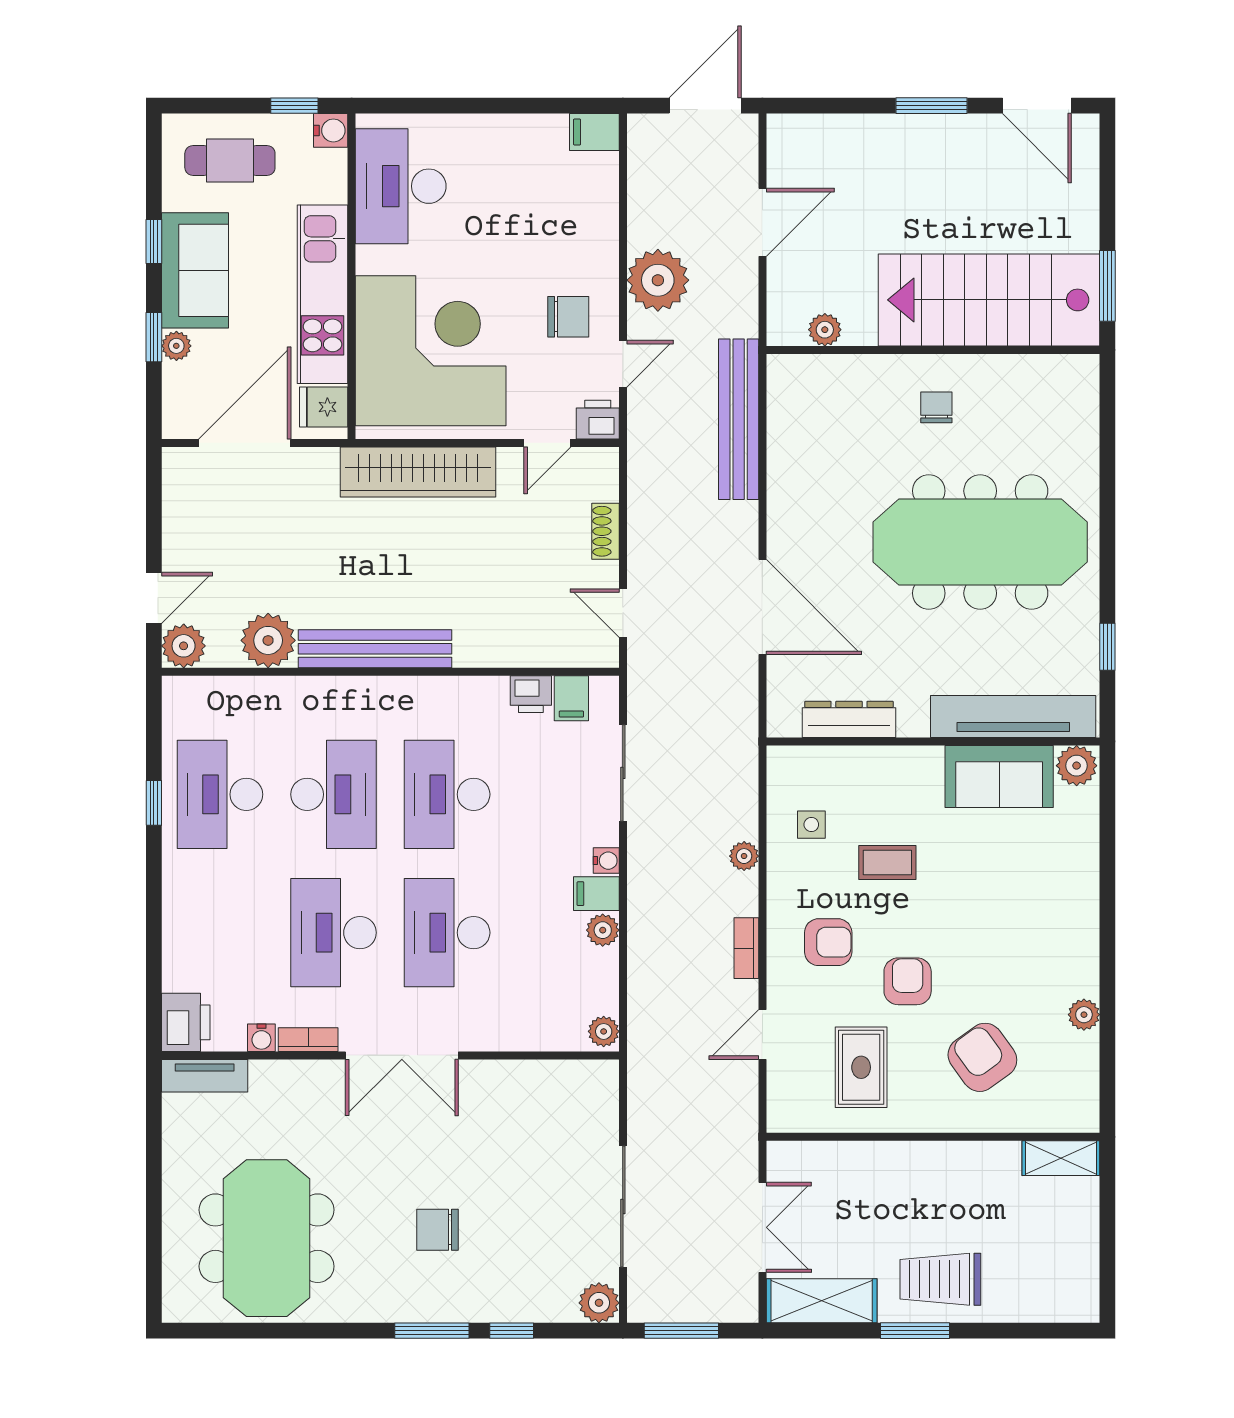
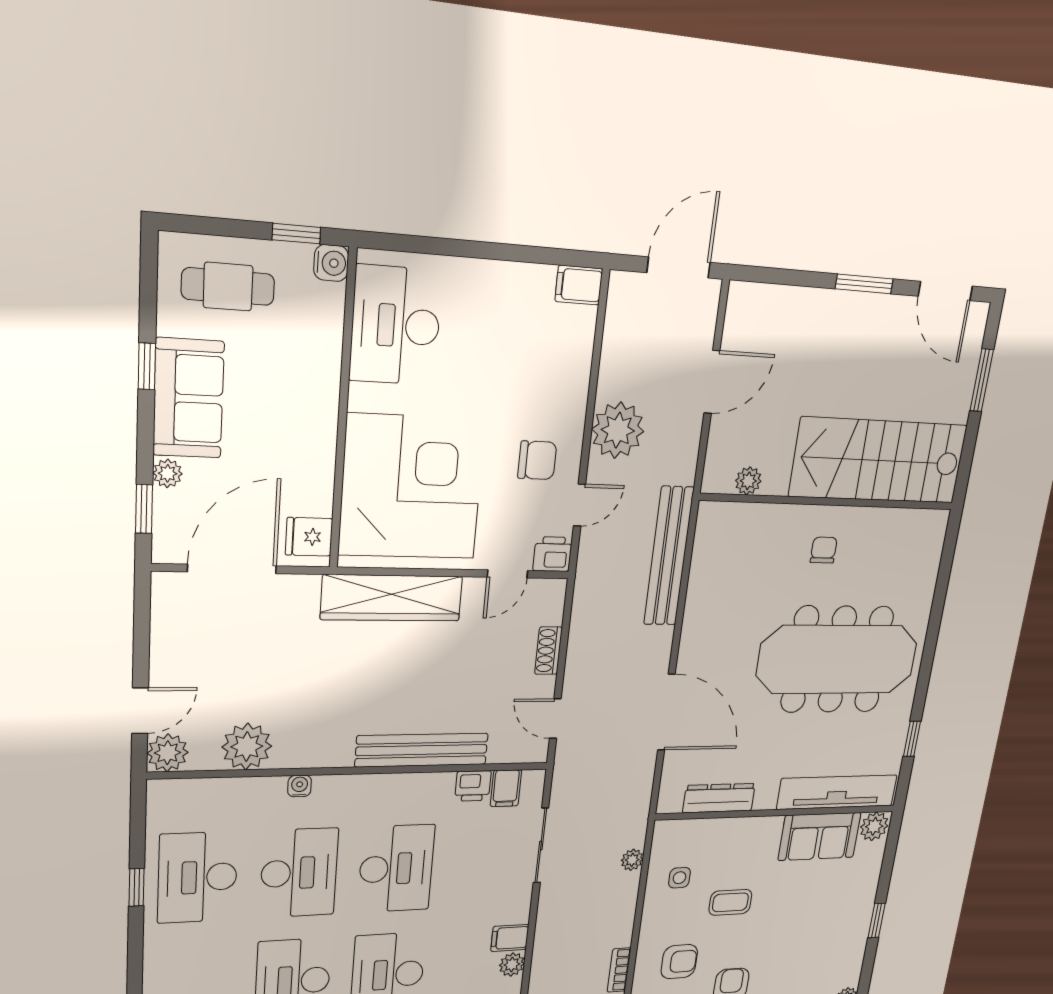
window: (1107, 286) -> (982, 380), moved
kitchen unit: (323, 294) -> (314, 429), removed
window: (154, 337) -> (144, 509), moved
bench: (375, 649) -> (422, 750), moved
desk: (447, 794) -> (396, 868), turned 180
plant: (744, 856) -> (632, 860), moved
water cooler: (606, 861) -> (300, 786), moved, turned -90
window: (1107, 901) -> (877, 920), added

